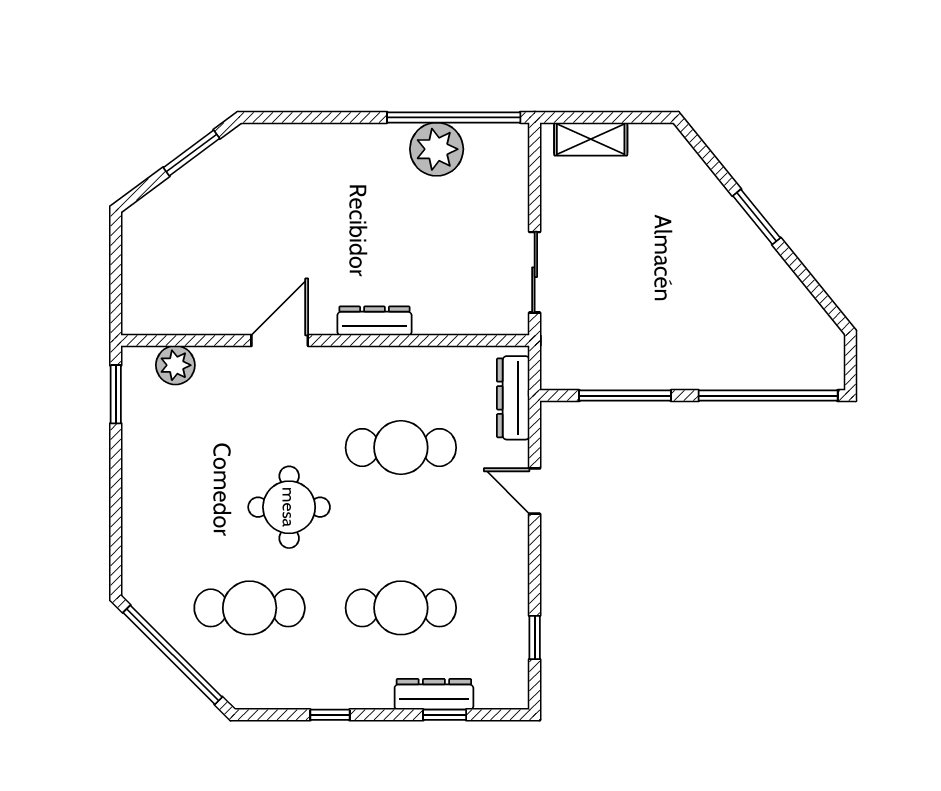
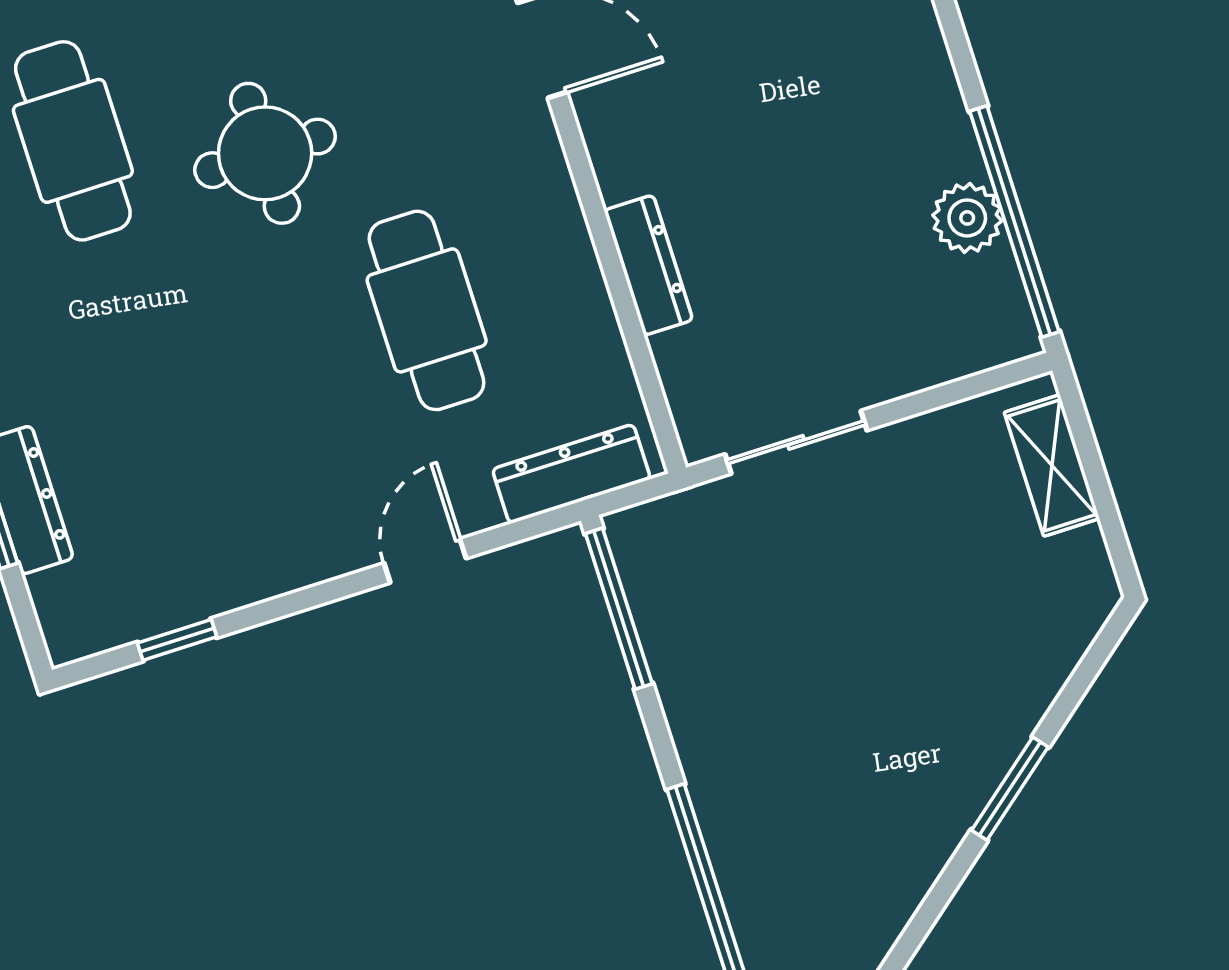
plant: (437, 149) -> (967, 218), width x0.73, depth x0.73
dresser: (374, 321) -> (648, 265), moved
window: (625, 396) -> (619, 609), moved
cafe table: (401, 608) -> (155, 397), removed

